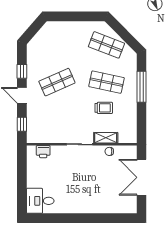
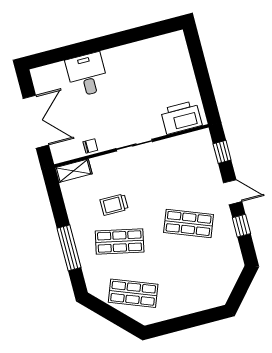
shop shelf: (57, 82) -> (189, 223), turned 45
shelving: (106, 138) -> (74, 171), moved
printer: (43, 152) -> (181, 117), width x1.87, depth x1.48
desk: (40, 201) -> (87, 75), moved, turned -90

